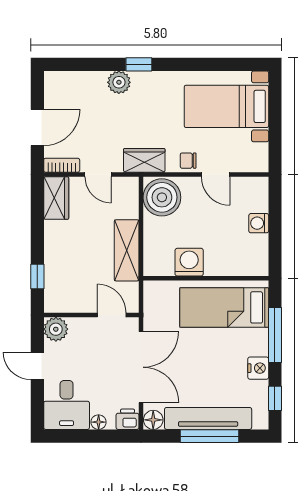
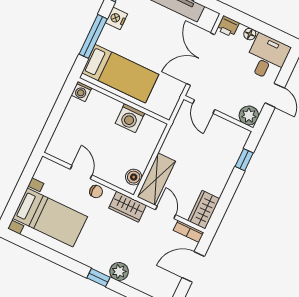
boiler: (162, 197) -> (134, 177), width x0.54, depth x0.54
washing machine: (259, 223) -> (81, 91), moved, turned 90
shelving: (127, 250) -> (156, 179), moved
floor lamp: (153, 420) -> (210, 17), removed

